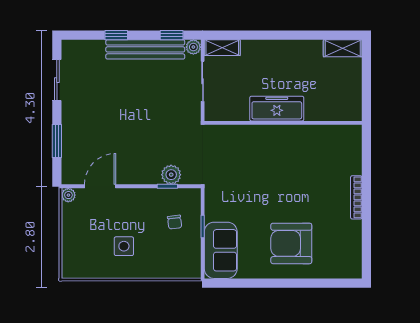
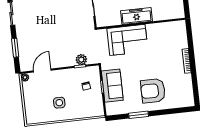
corner sofa: (256, 149) -> (127, 40), added
sofa: (221, 250) -> (112, 86), moved
window: (261, 283) -> (139, 115), added

